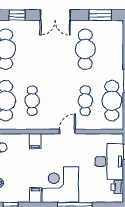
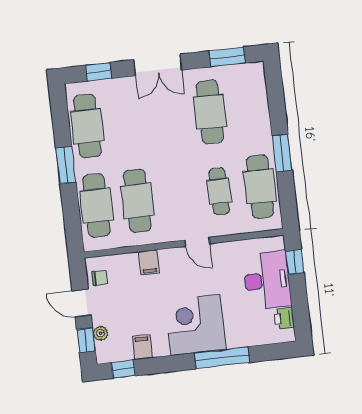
cafe table: (32, 101) -> (137, 201), width x1.37, depth x1.35
door: (67, 132) -> (197, 242), swing flipped
filing cabinet: (36, 195) -> (142, 347), moved

